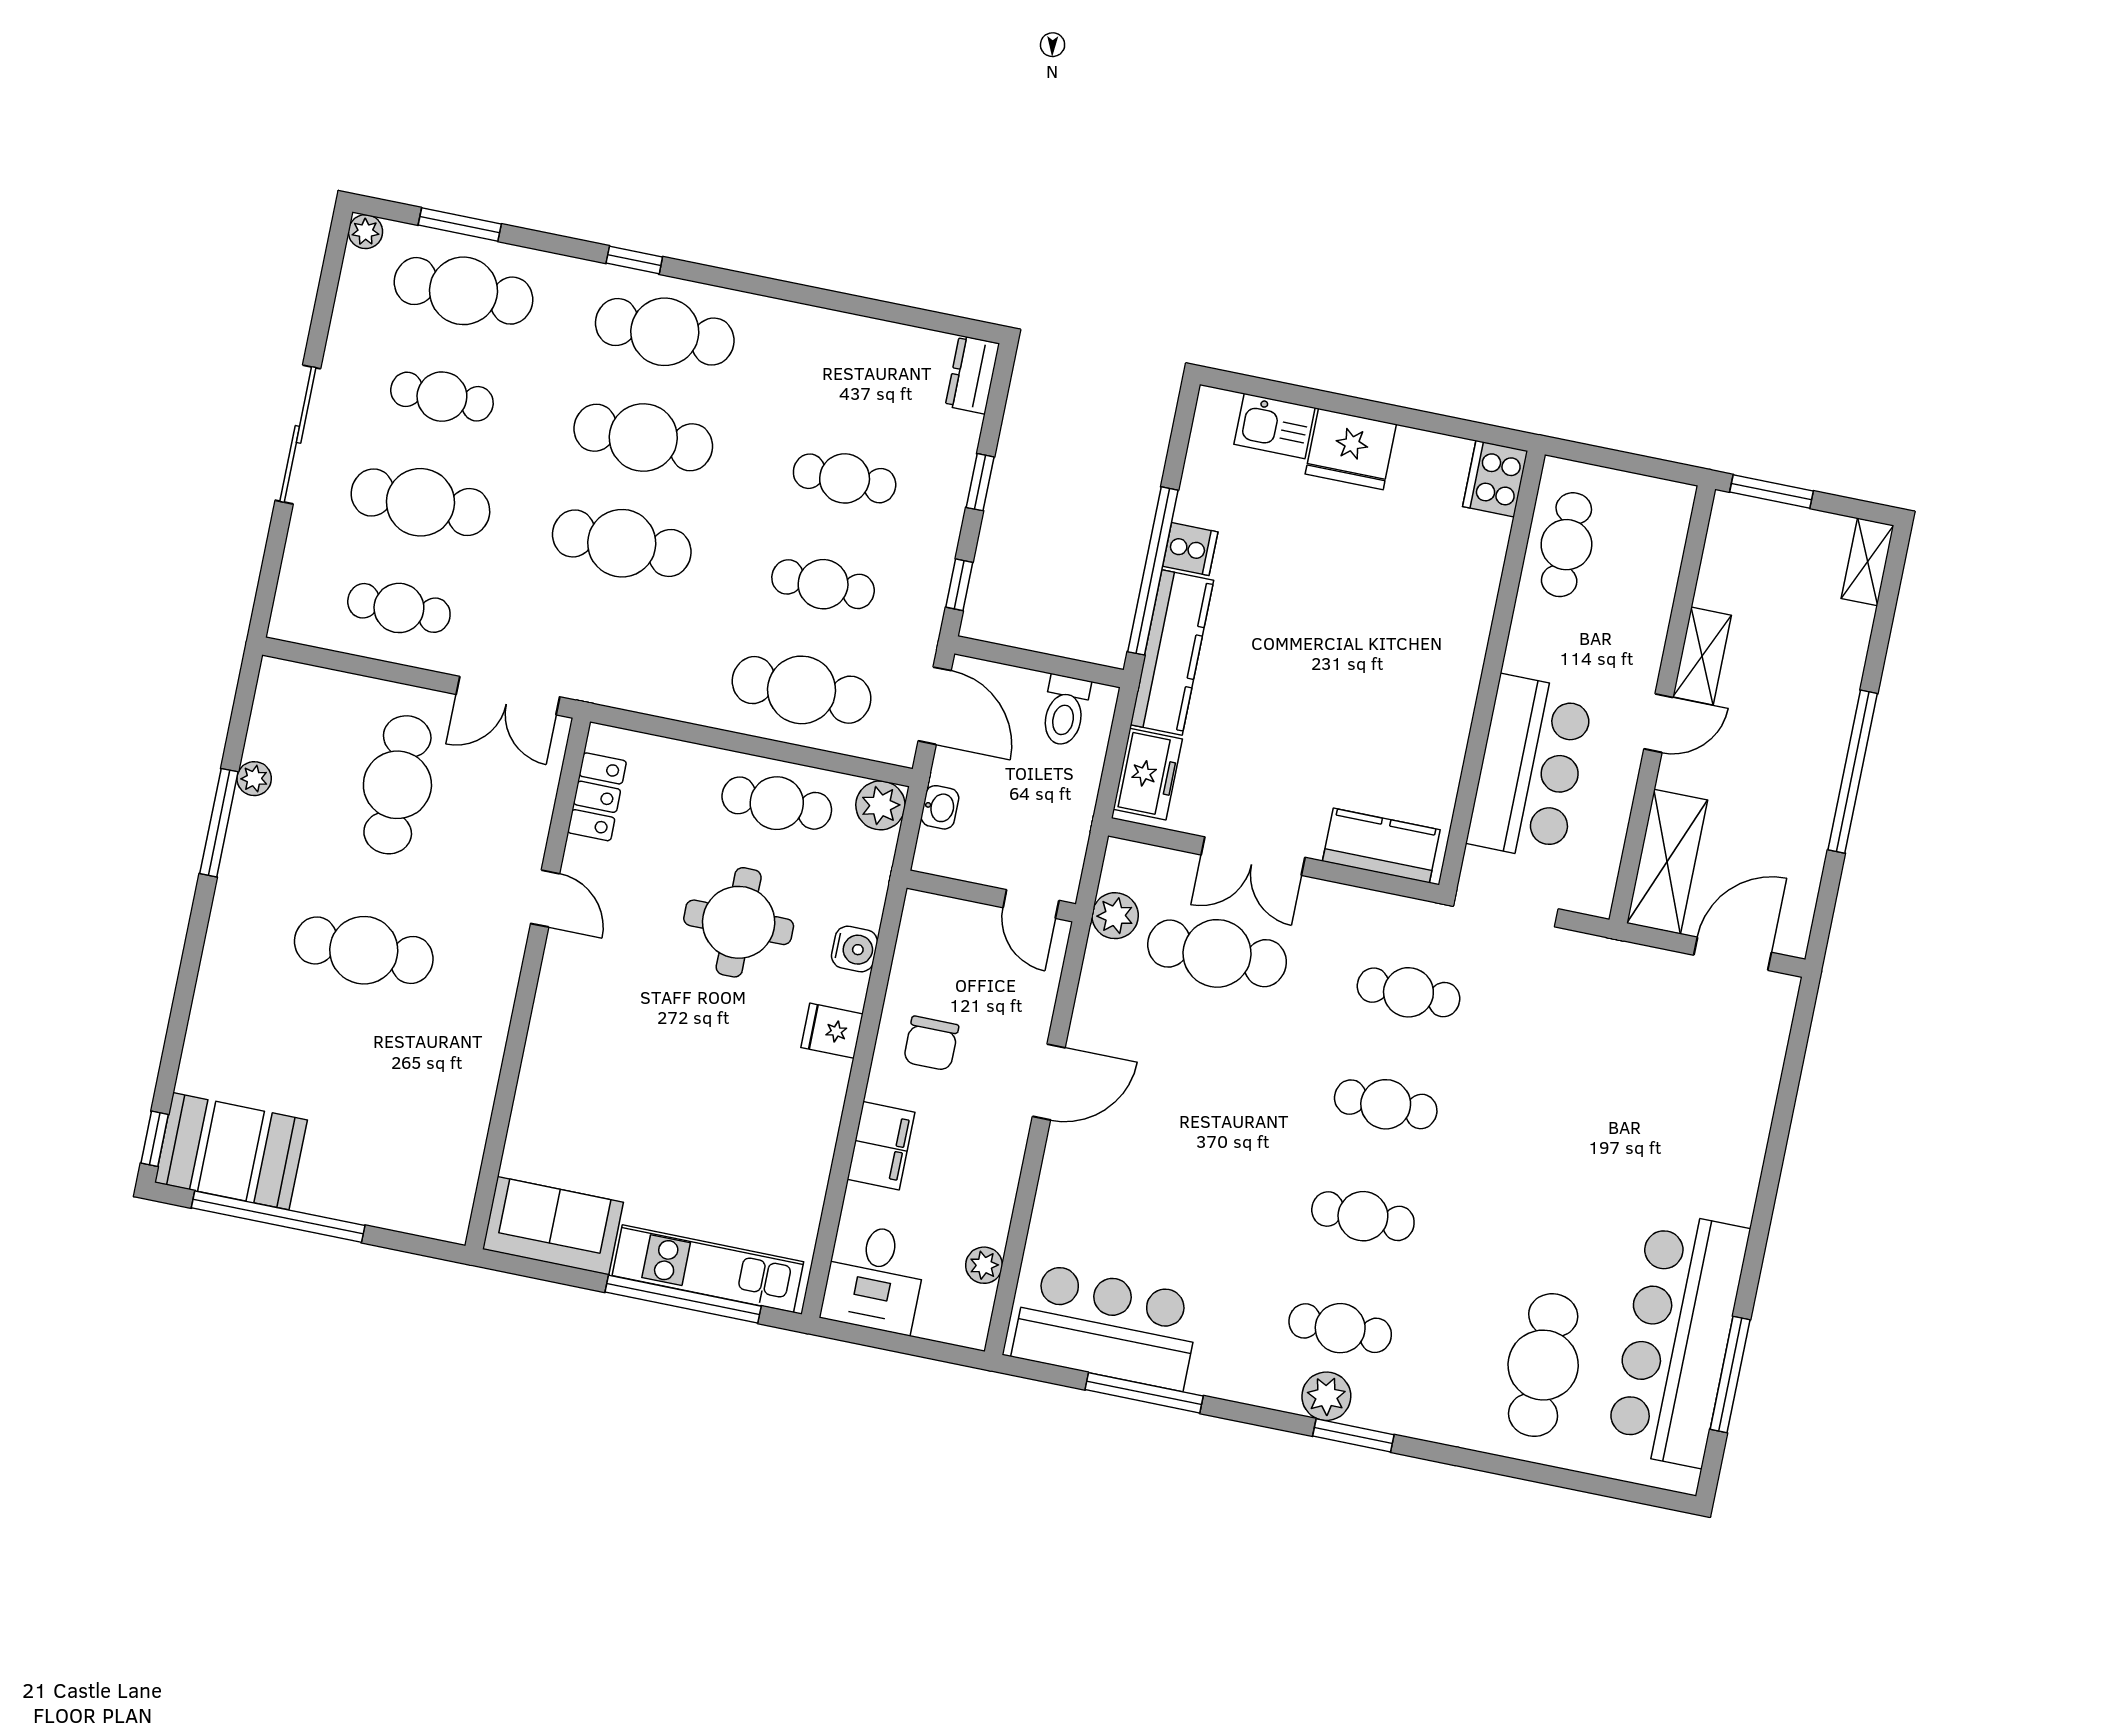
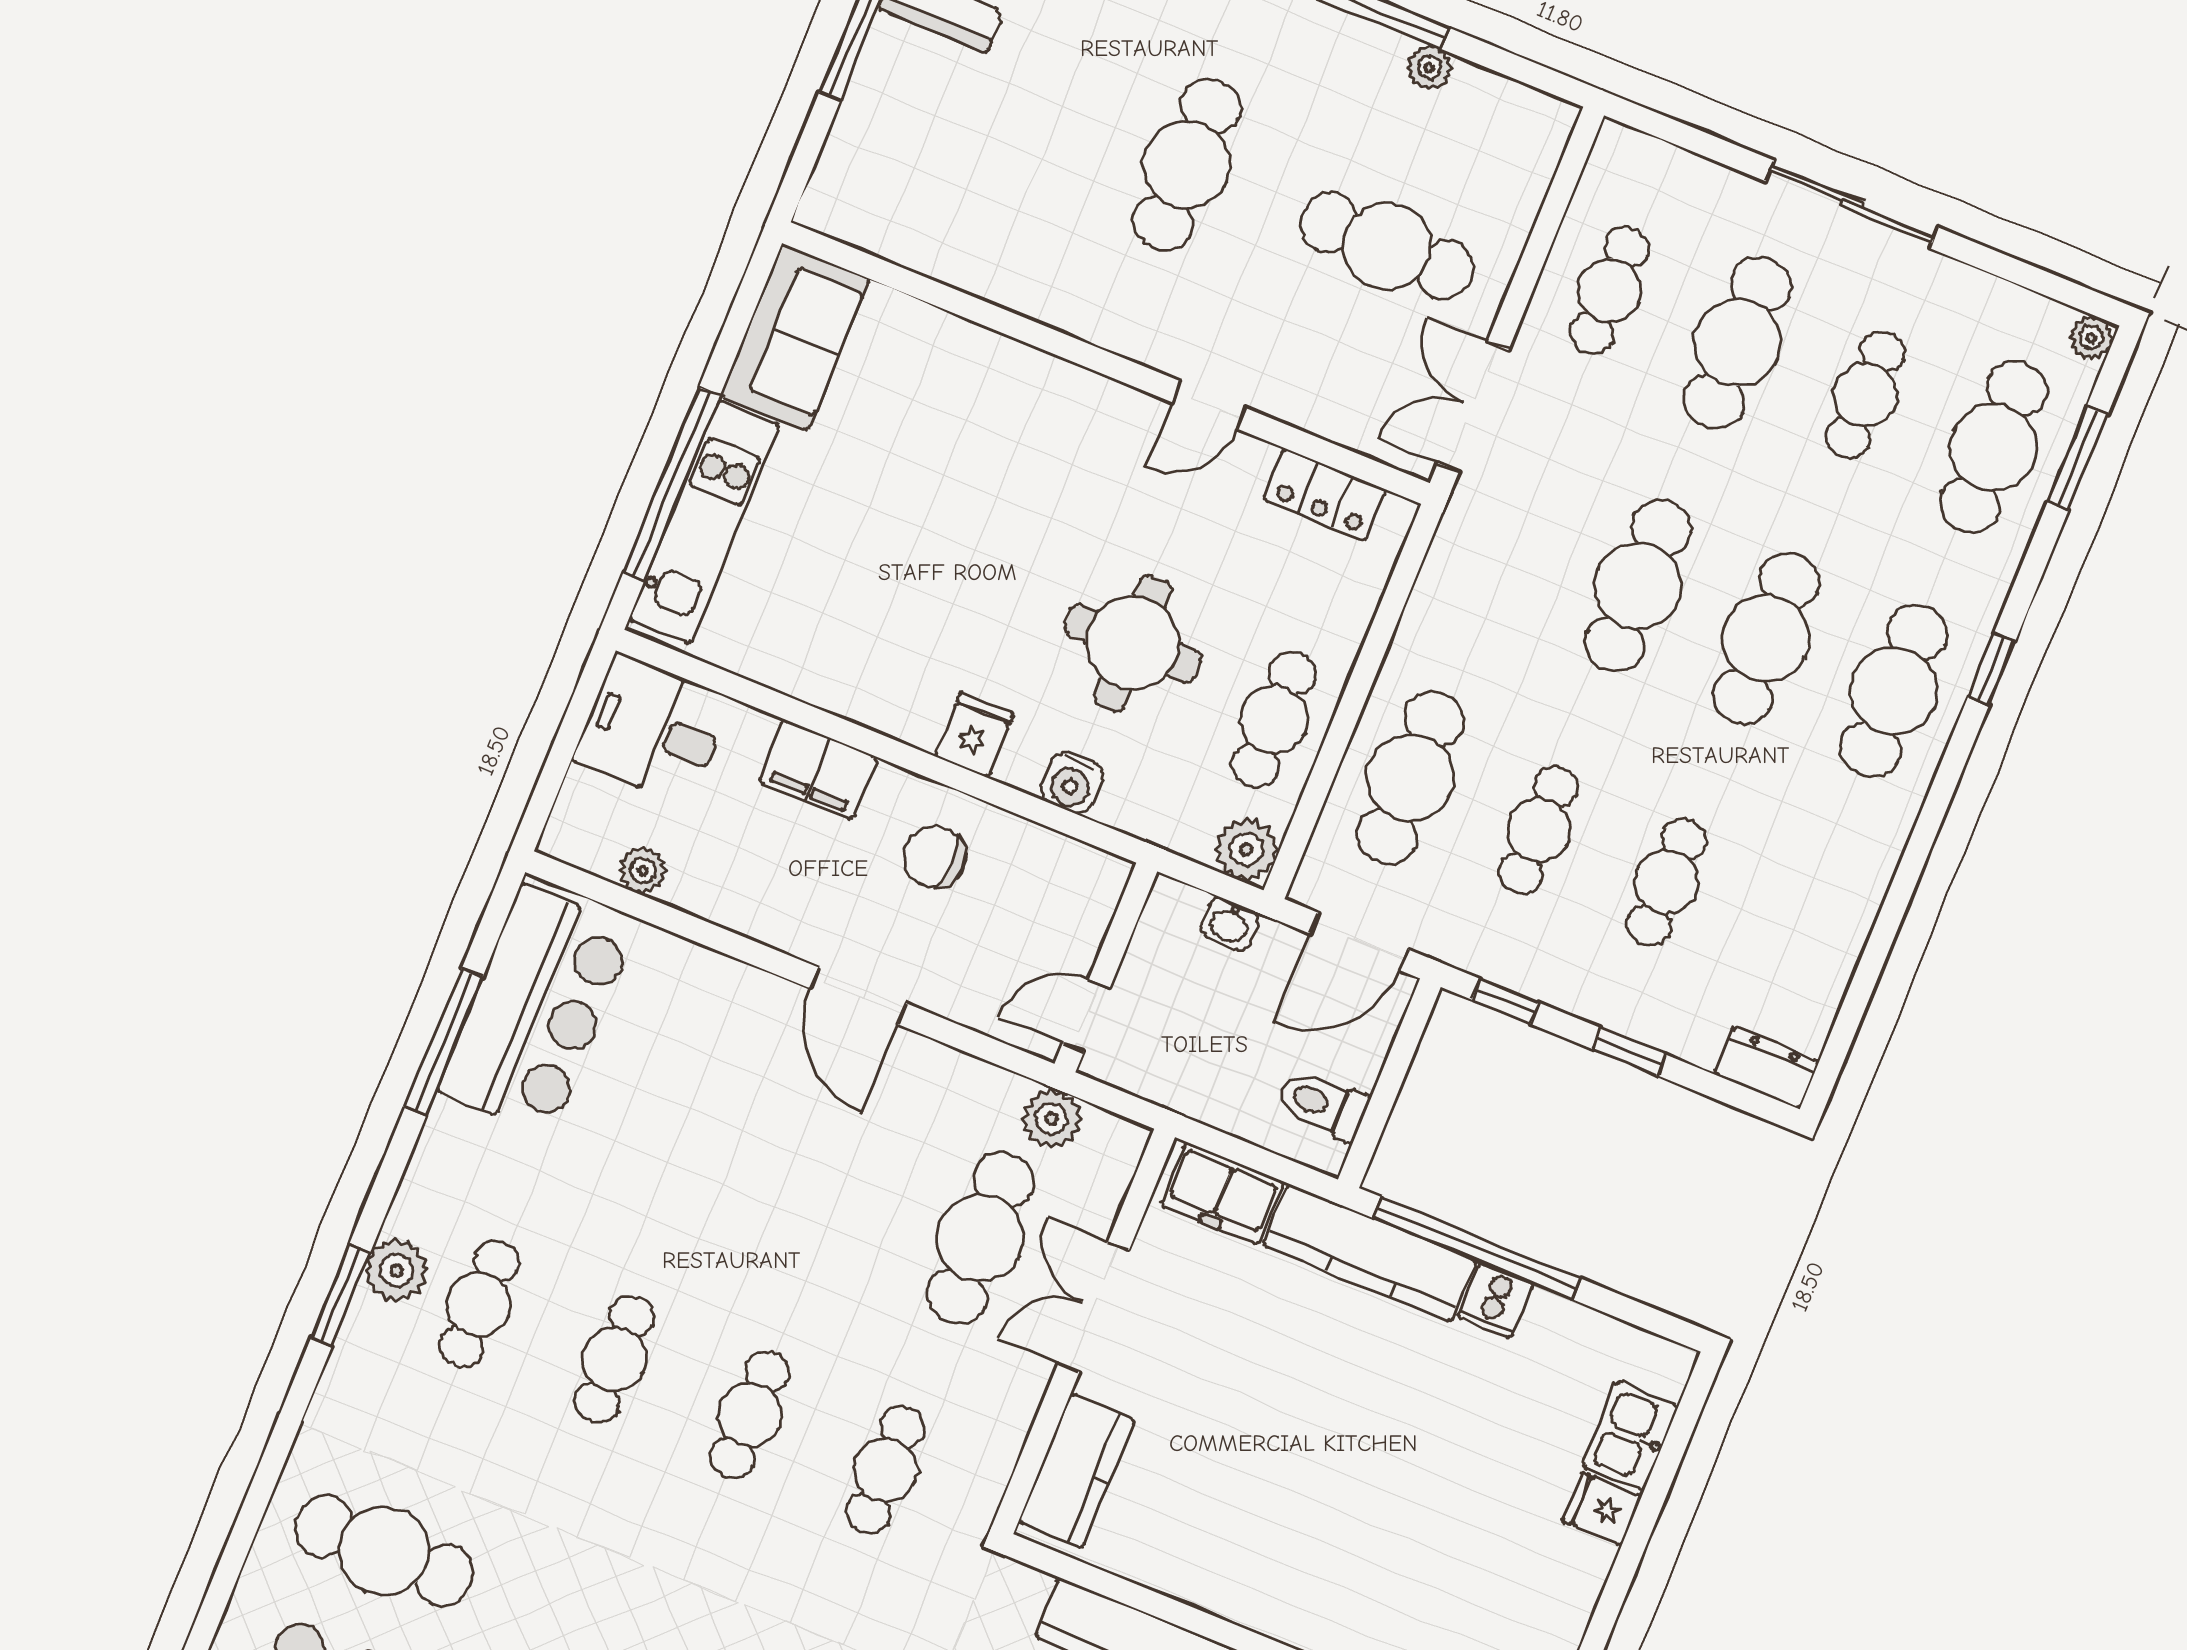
fridge: (1351, 449) -> (1602, 1509), width x0.53, depth x0.75

